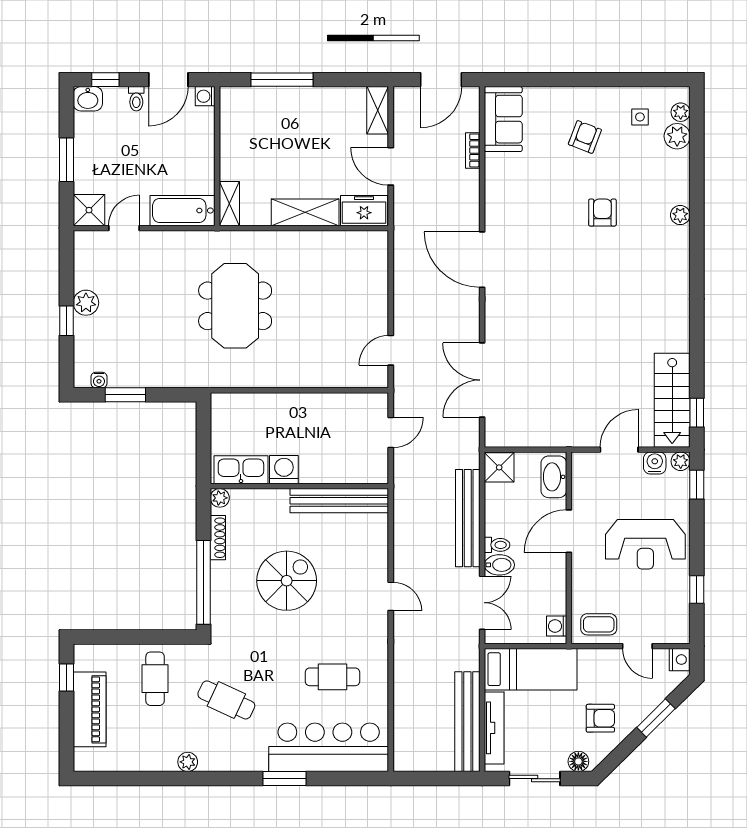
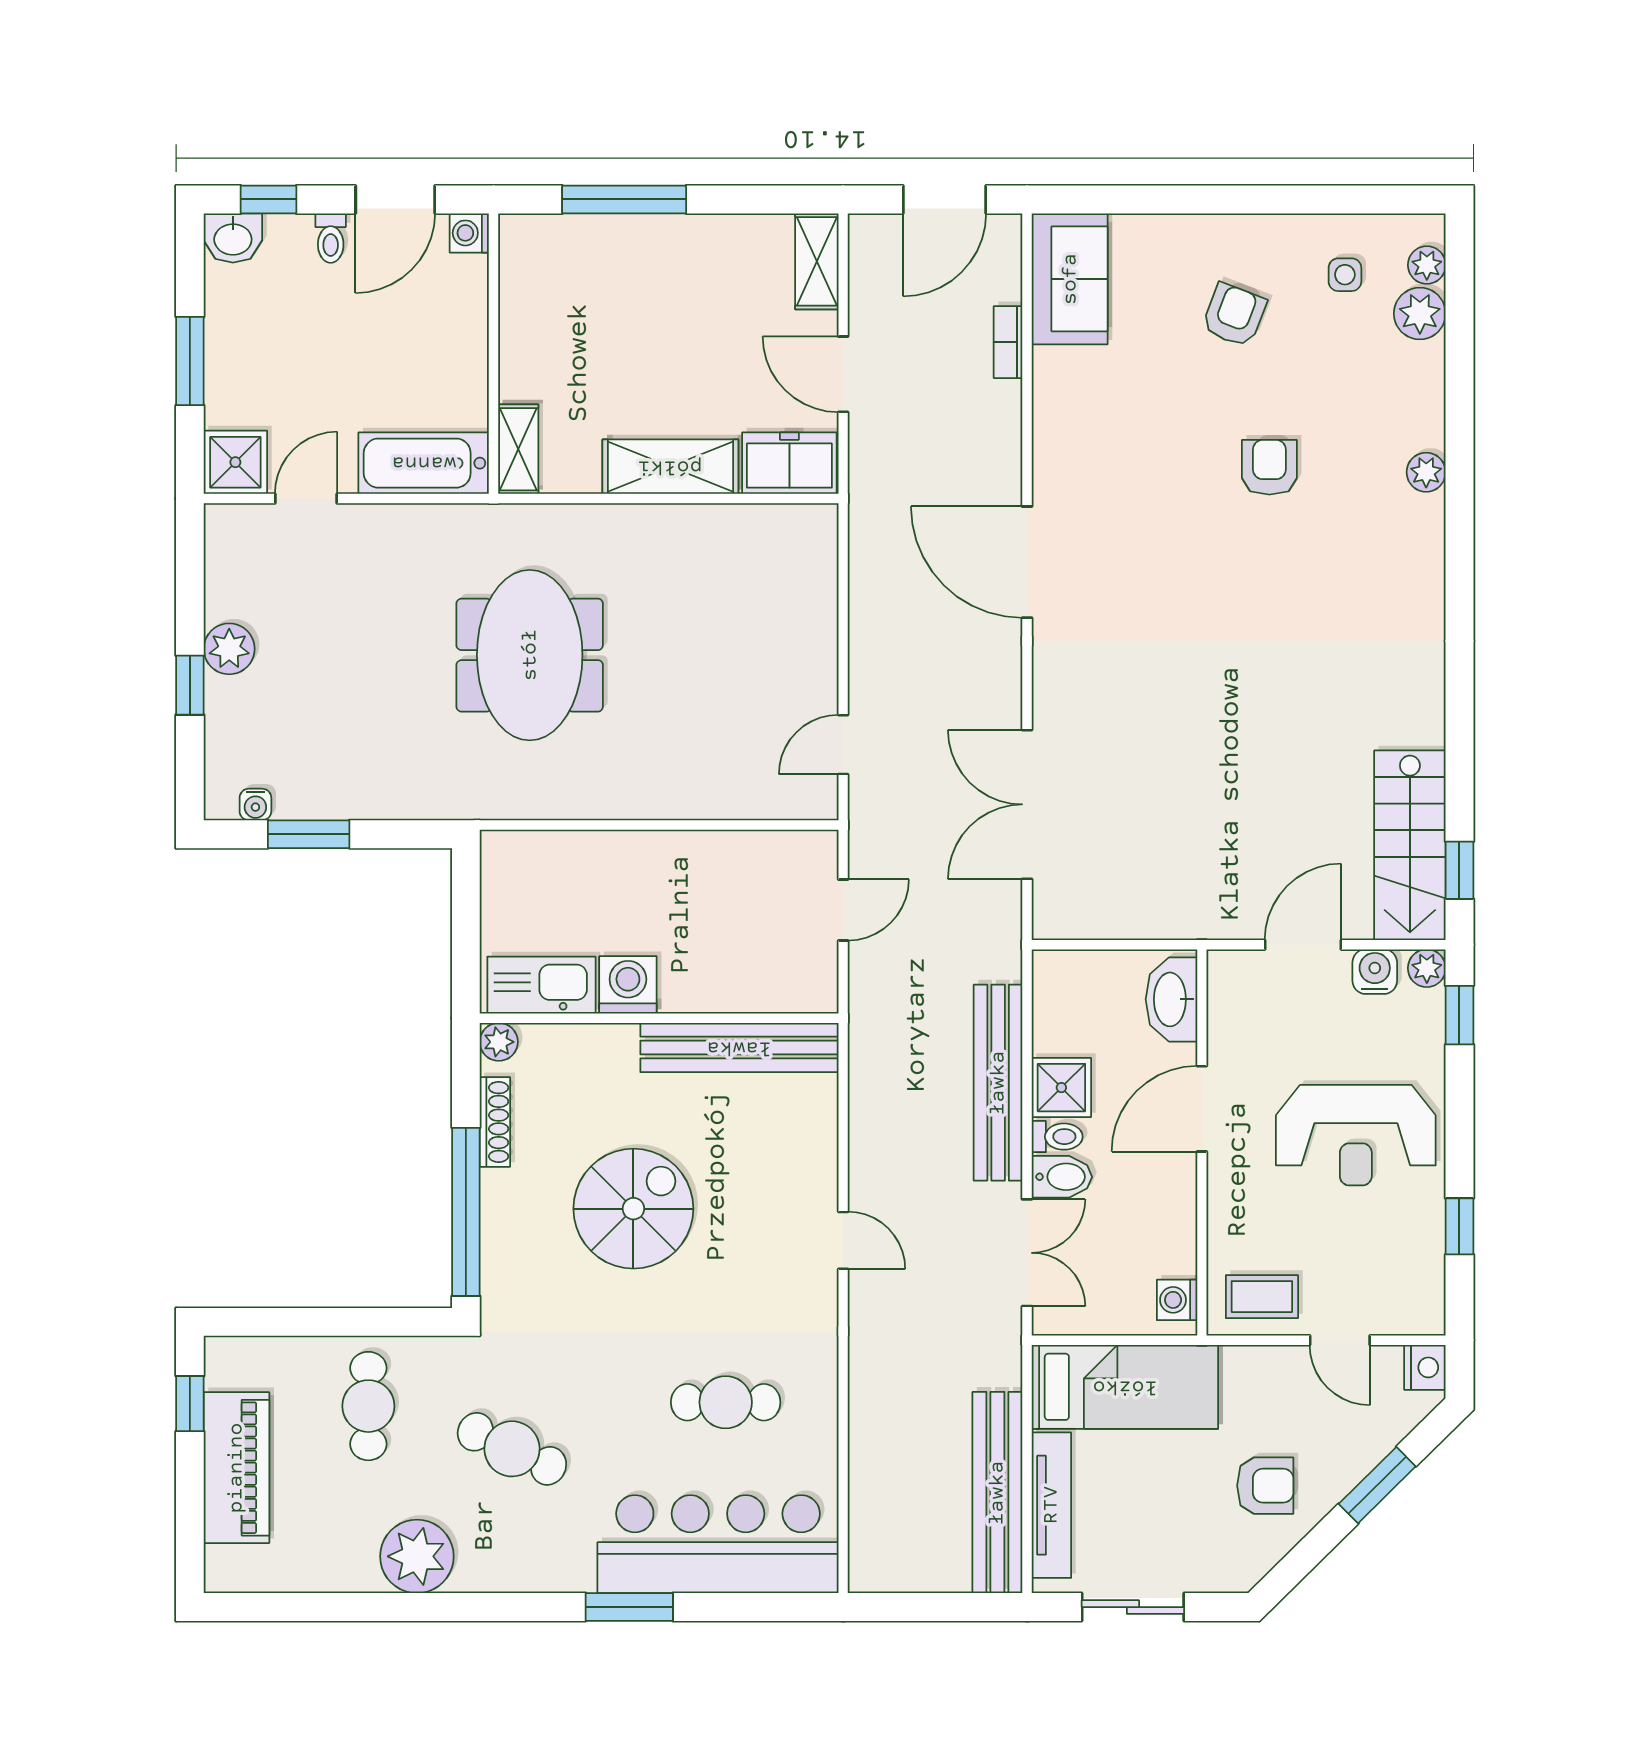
shower: (499, 467) -> (1061, 1088), moved
floor lamp: (578, 761) -> (1221, 1573), removed
plant: (188, 762) -> (417, 1556), width x1.87, depth x1.87

